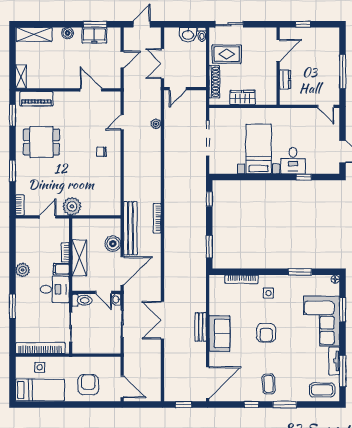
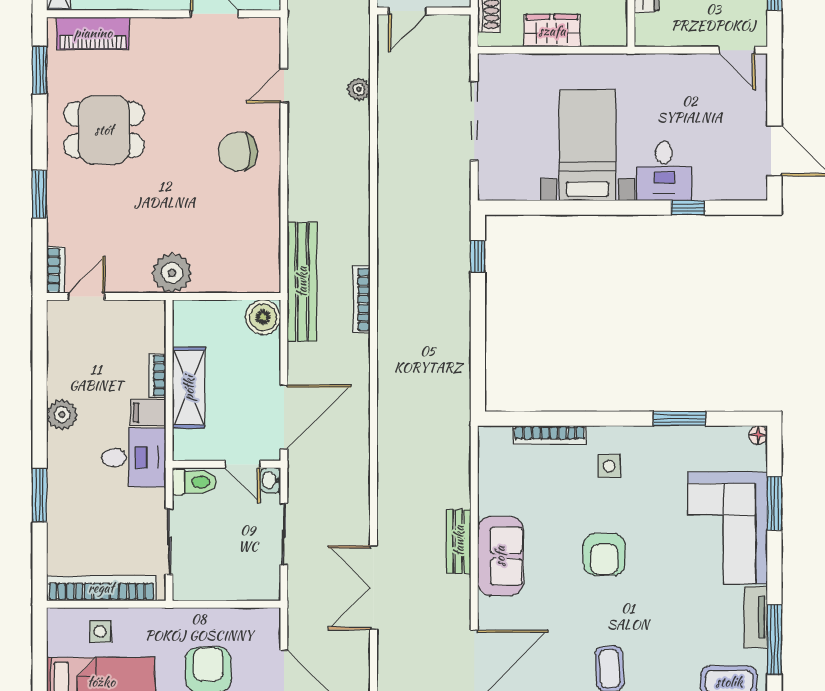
chair: (102, 152) -> (238, 152), width x1.87, depth x1.87
door: (48, 217) -> (86, 296), moved
bench: (130, 228) -> (302, 282), moved
boiler: (113, 244) -> (263, 317), moved
window: (209, 247) -> (478, 363), removed
double door: (162, 320) -> (373, 588), moved

